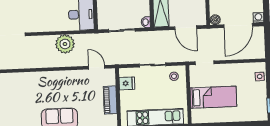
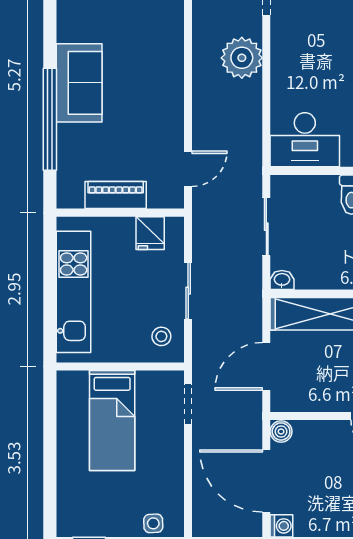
plant: (65, 44) -> (242, 58), moved

